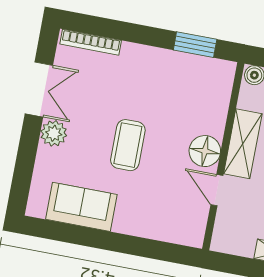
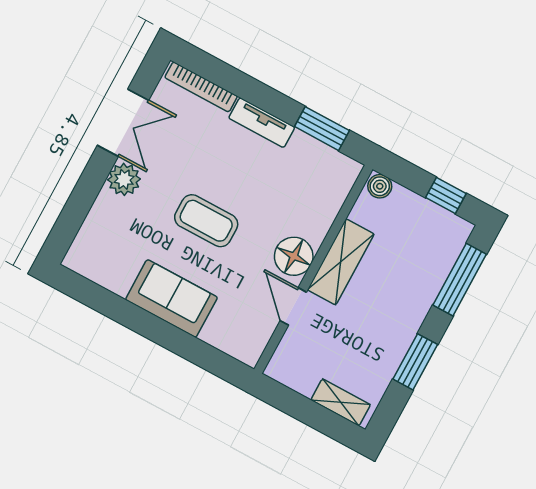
tv unit: (147, 55) -> (262, 123), added
coffee table: (128, 145) -> (206, 221), turned 90
sofa: (81, 207) -> (171, 298), moved

